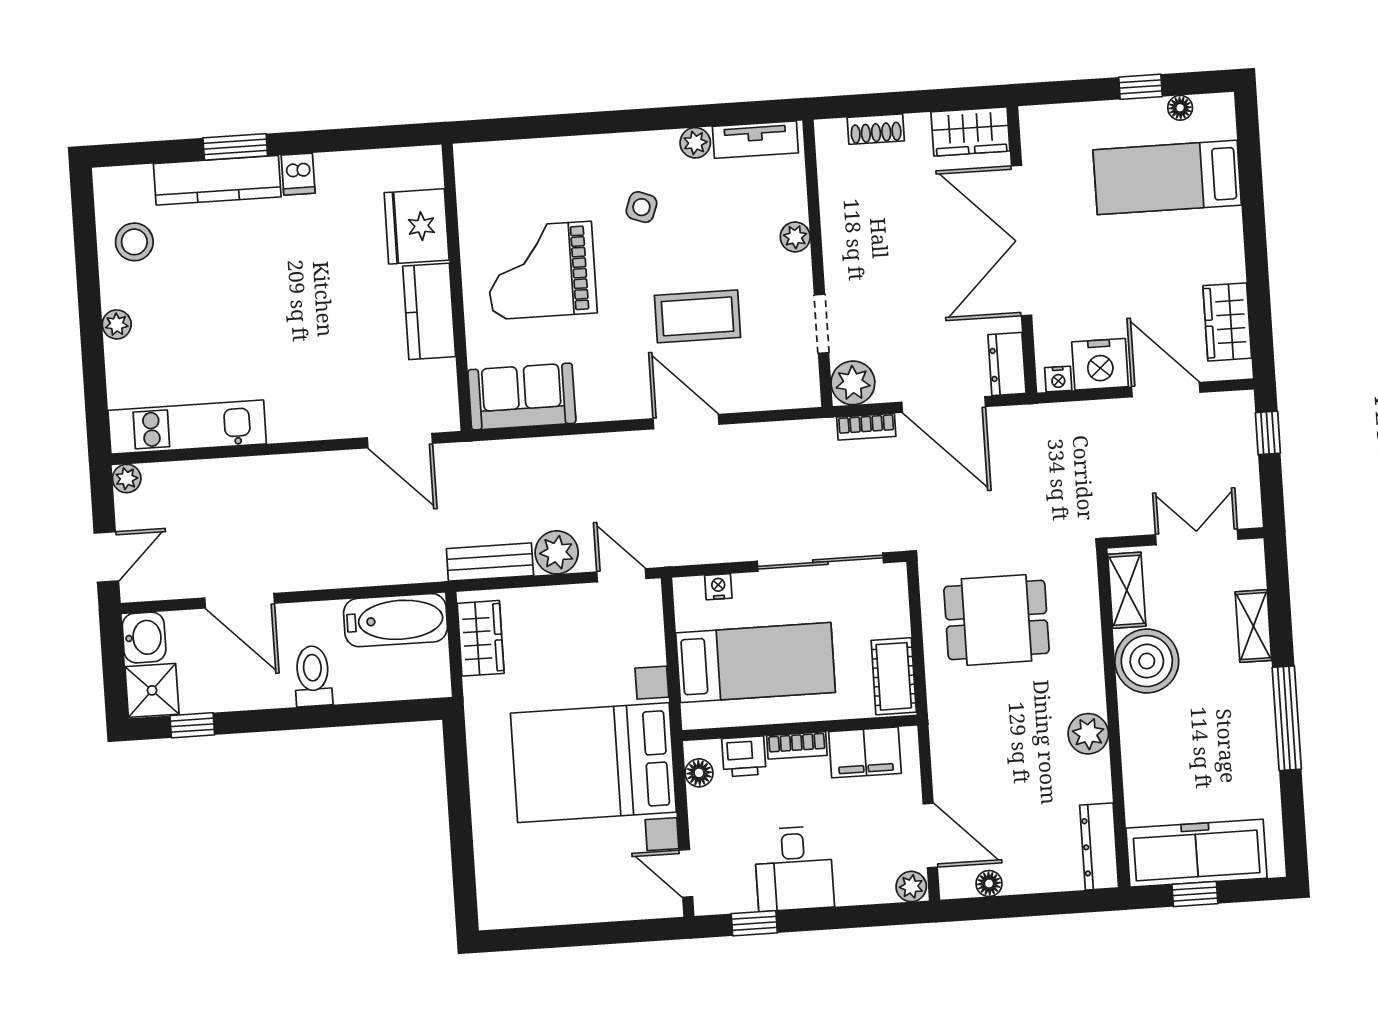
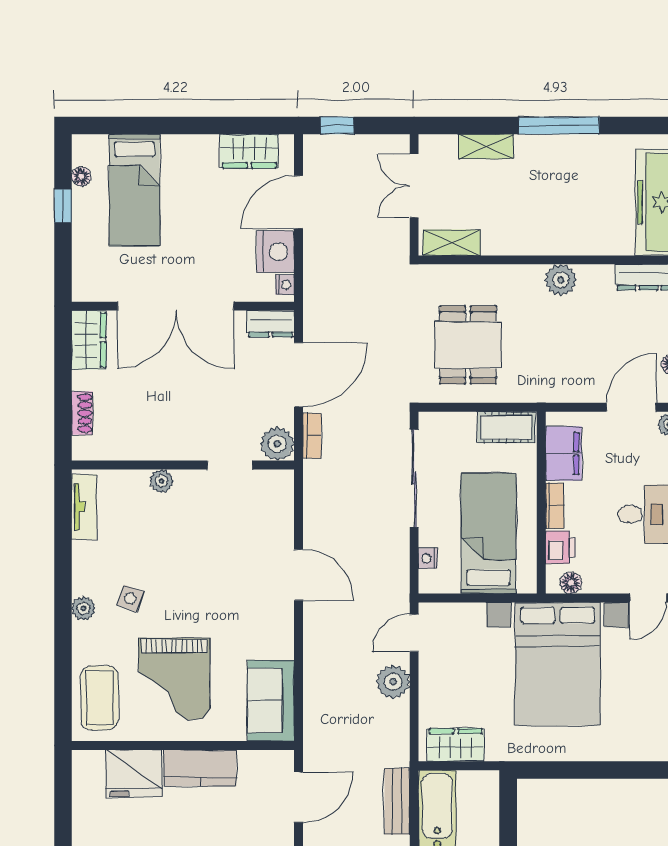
plant: (695, 143) -> (83, 608), moved
coffee table: (698, 316) -> (100, 698), moved
door: (686, 422) -> (299, 575), swing flipped
bench: (490, 562) -> (397, 801), moved
boiler: (1147, 661) -> (507, 231), removed

